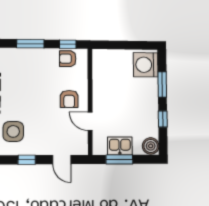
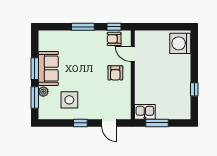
window: (162, 84) -> (194, 60), removed
door: (90, 121) -> (133, 54), moved
kitchen sink: (120, 146) -> (145, 112), moved
boiler: (151, 146) -> (184, 112), removed

